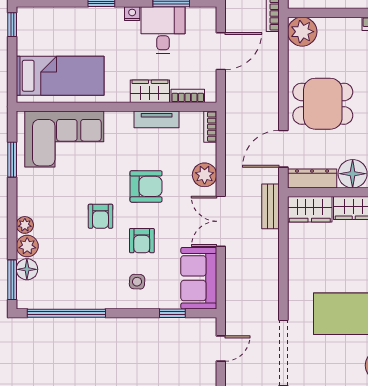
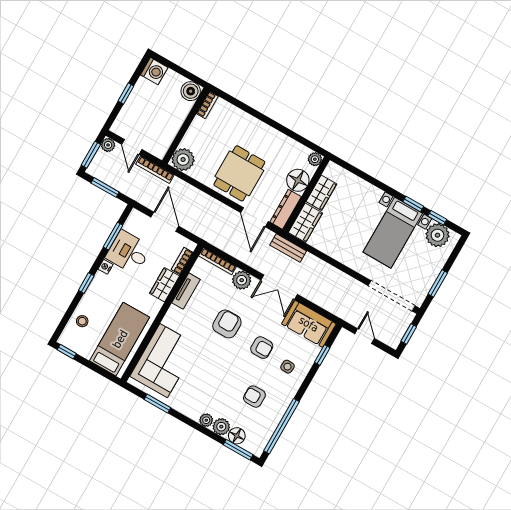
stool: (56, 22) -> (82, 321), added
bookcase: (210, 127) -> (217, 261), width x1.56
armchair: (101, 216) -> (254, 397), moved, turned 180

